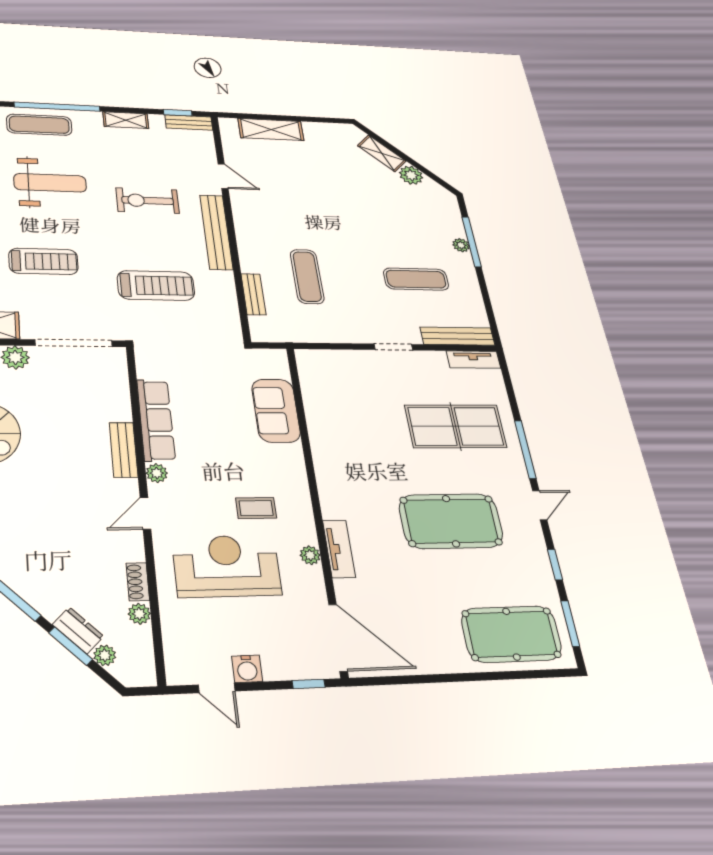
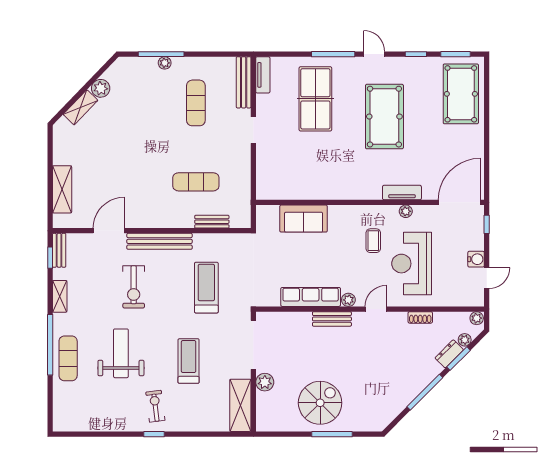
door: (223, 176) -> (109, 231), width x1.38
door: (146, 513) -> (376, 309), swing flipped
plant: (139, 614) -> (477, 318), moved

